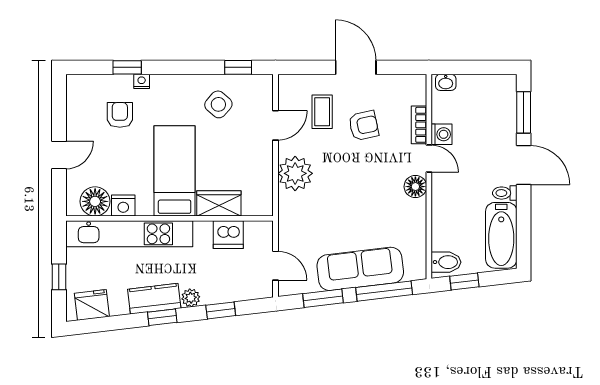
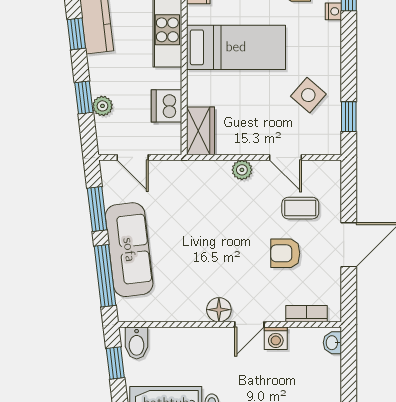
bookcase: (419, 125) -> (306, 314), moved
armchair: (364, 126) -> (285, 253), turned 102
plant: (295, 173) -> (242, 170), width x0.53, depth x0.53
wardrobe: (219, 203) -> (200, 131), moved
door: (275, 266) -> (133, 157), hinge flipped
plant: (191, 298) -> (102, 106), moved

